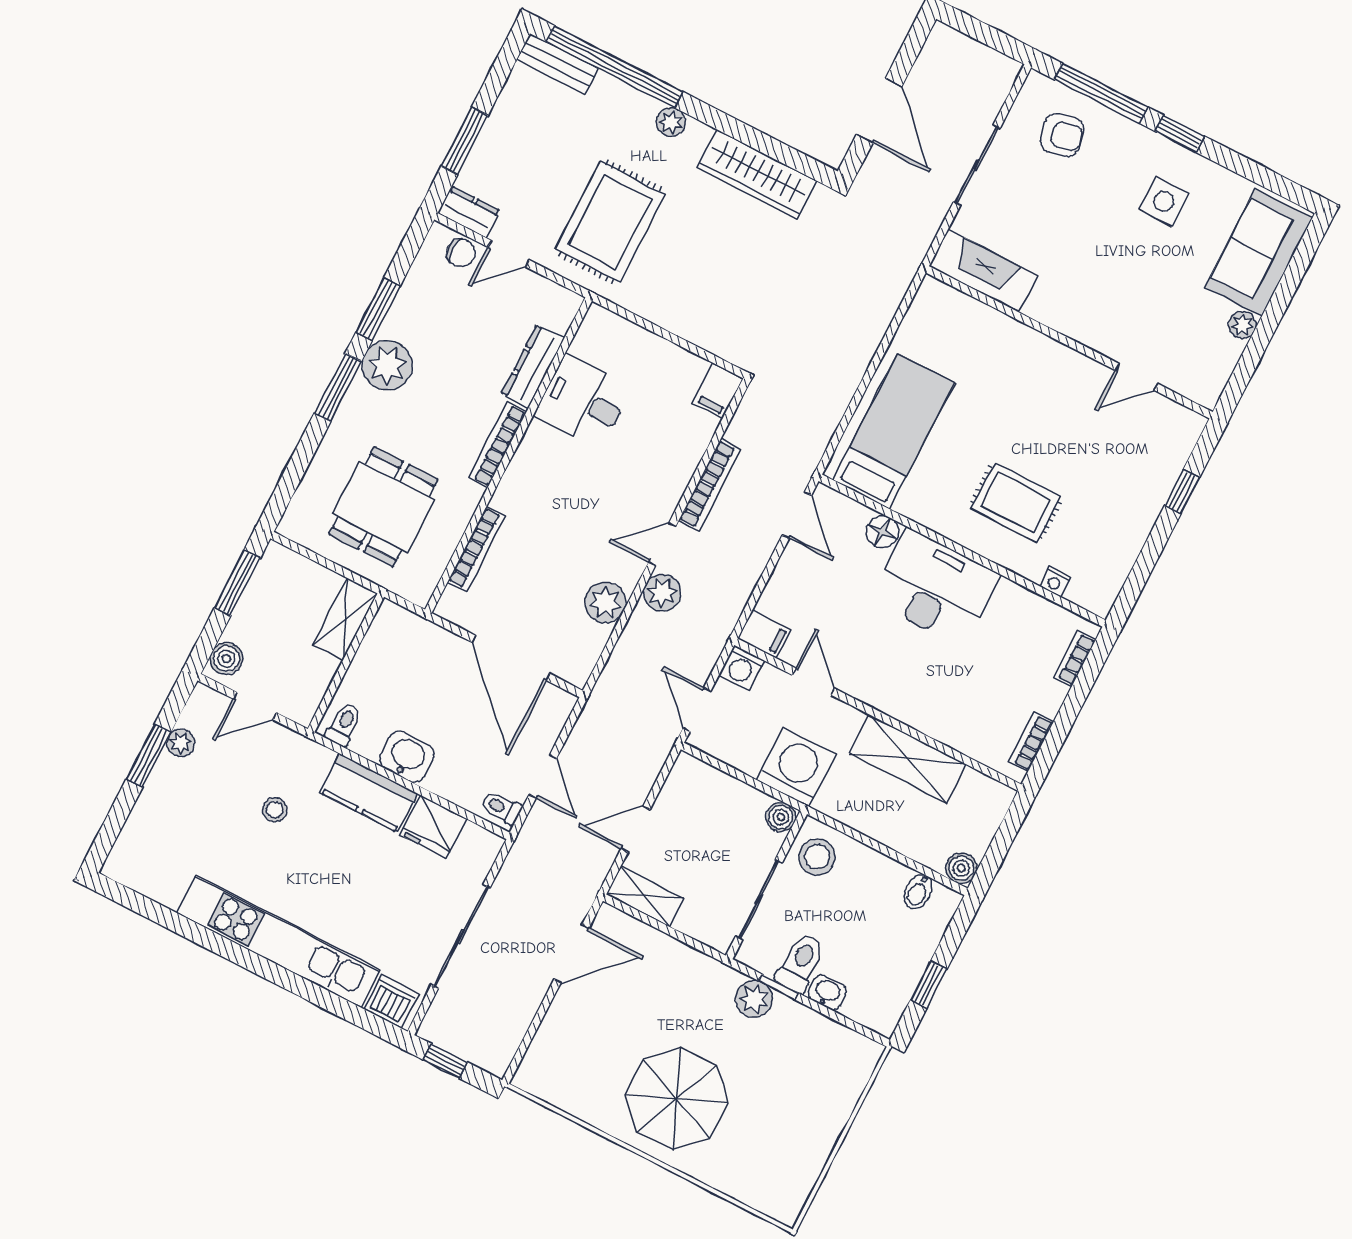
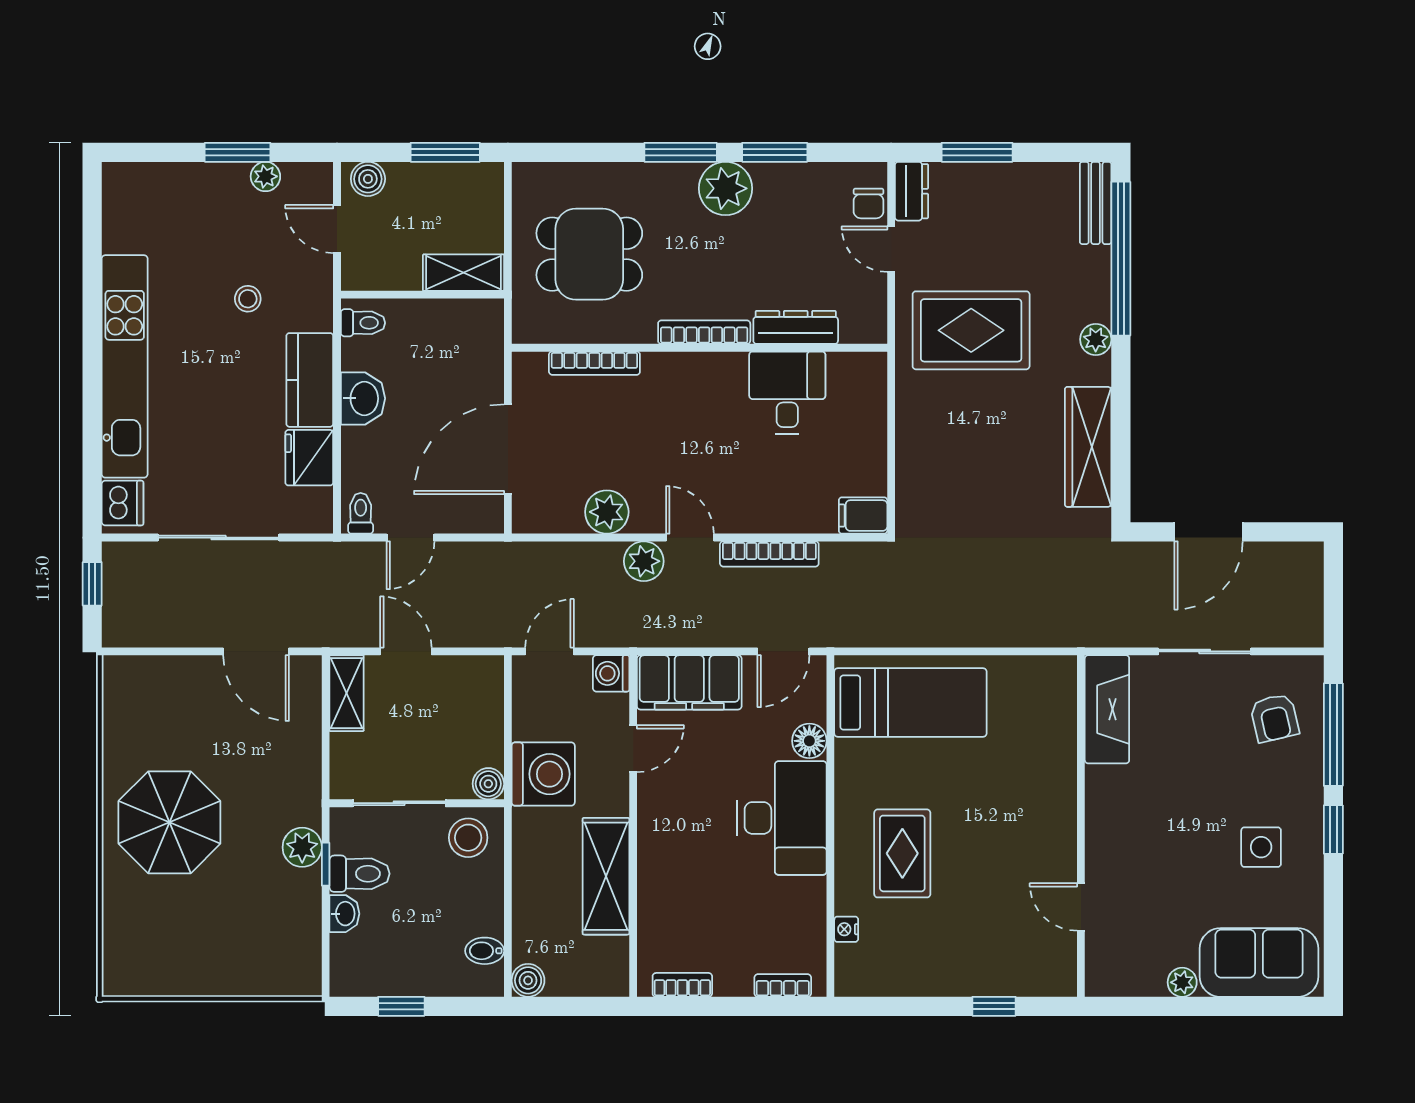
filing cabinet: (764, 634) -> (689, 682), width x3.00, depth x1.17

